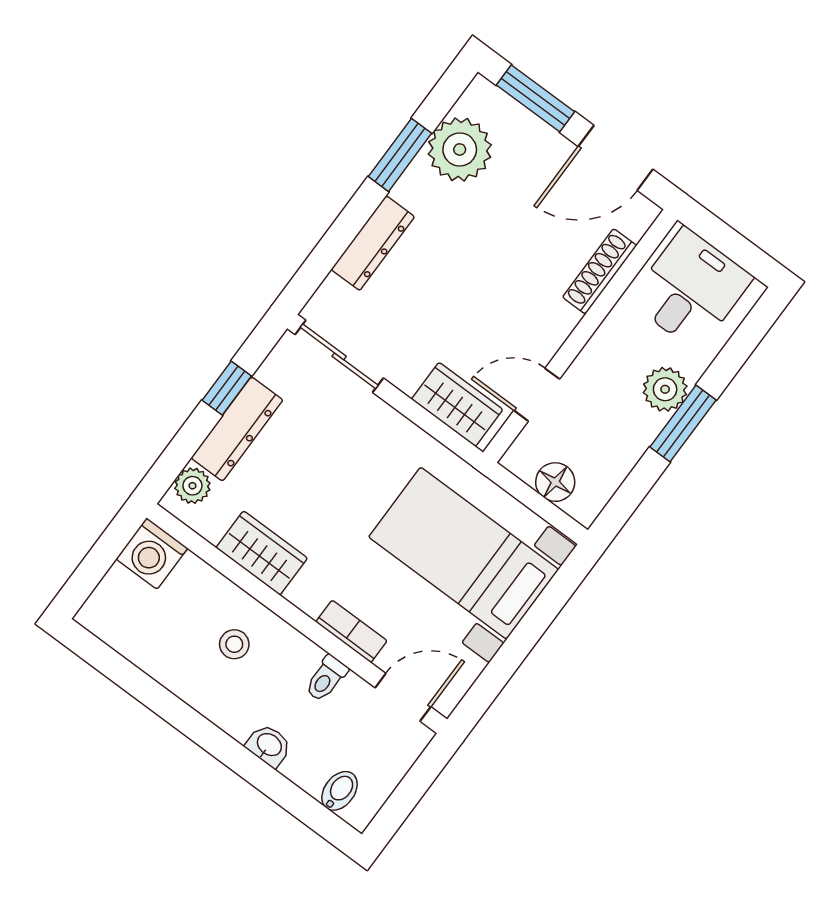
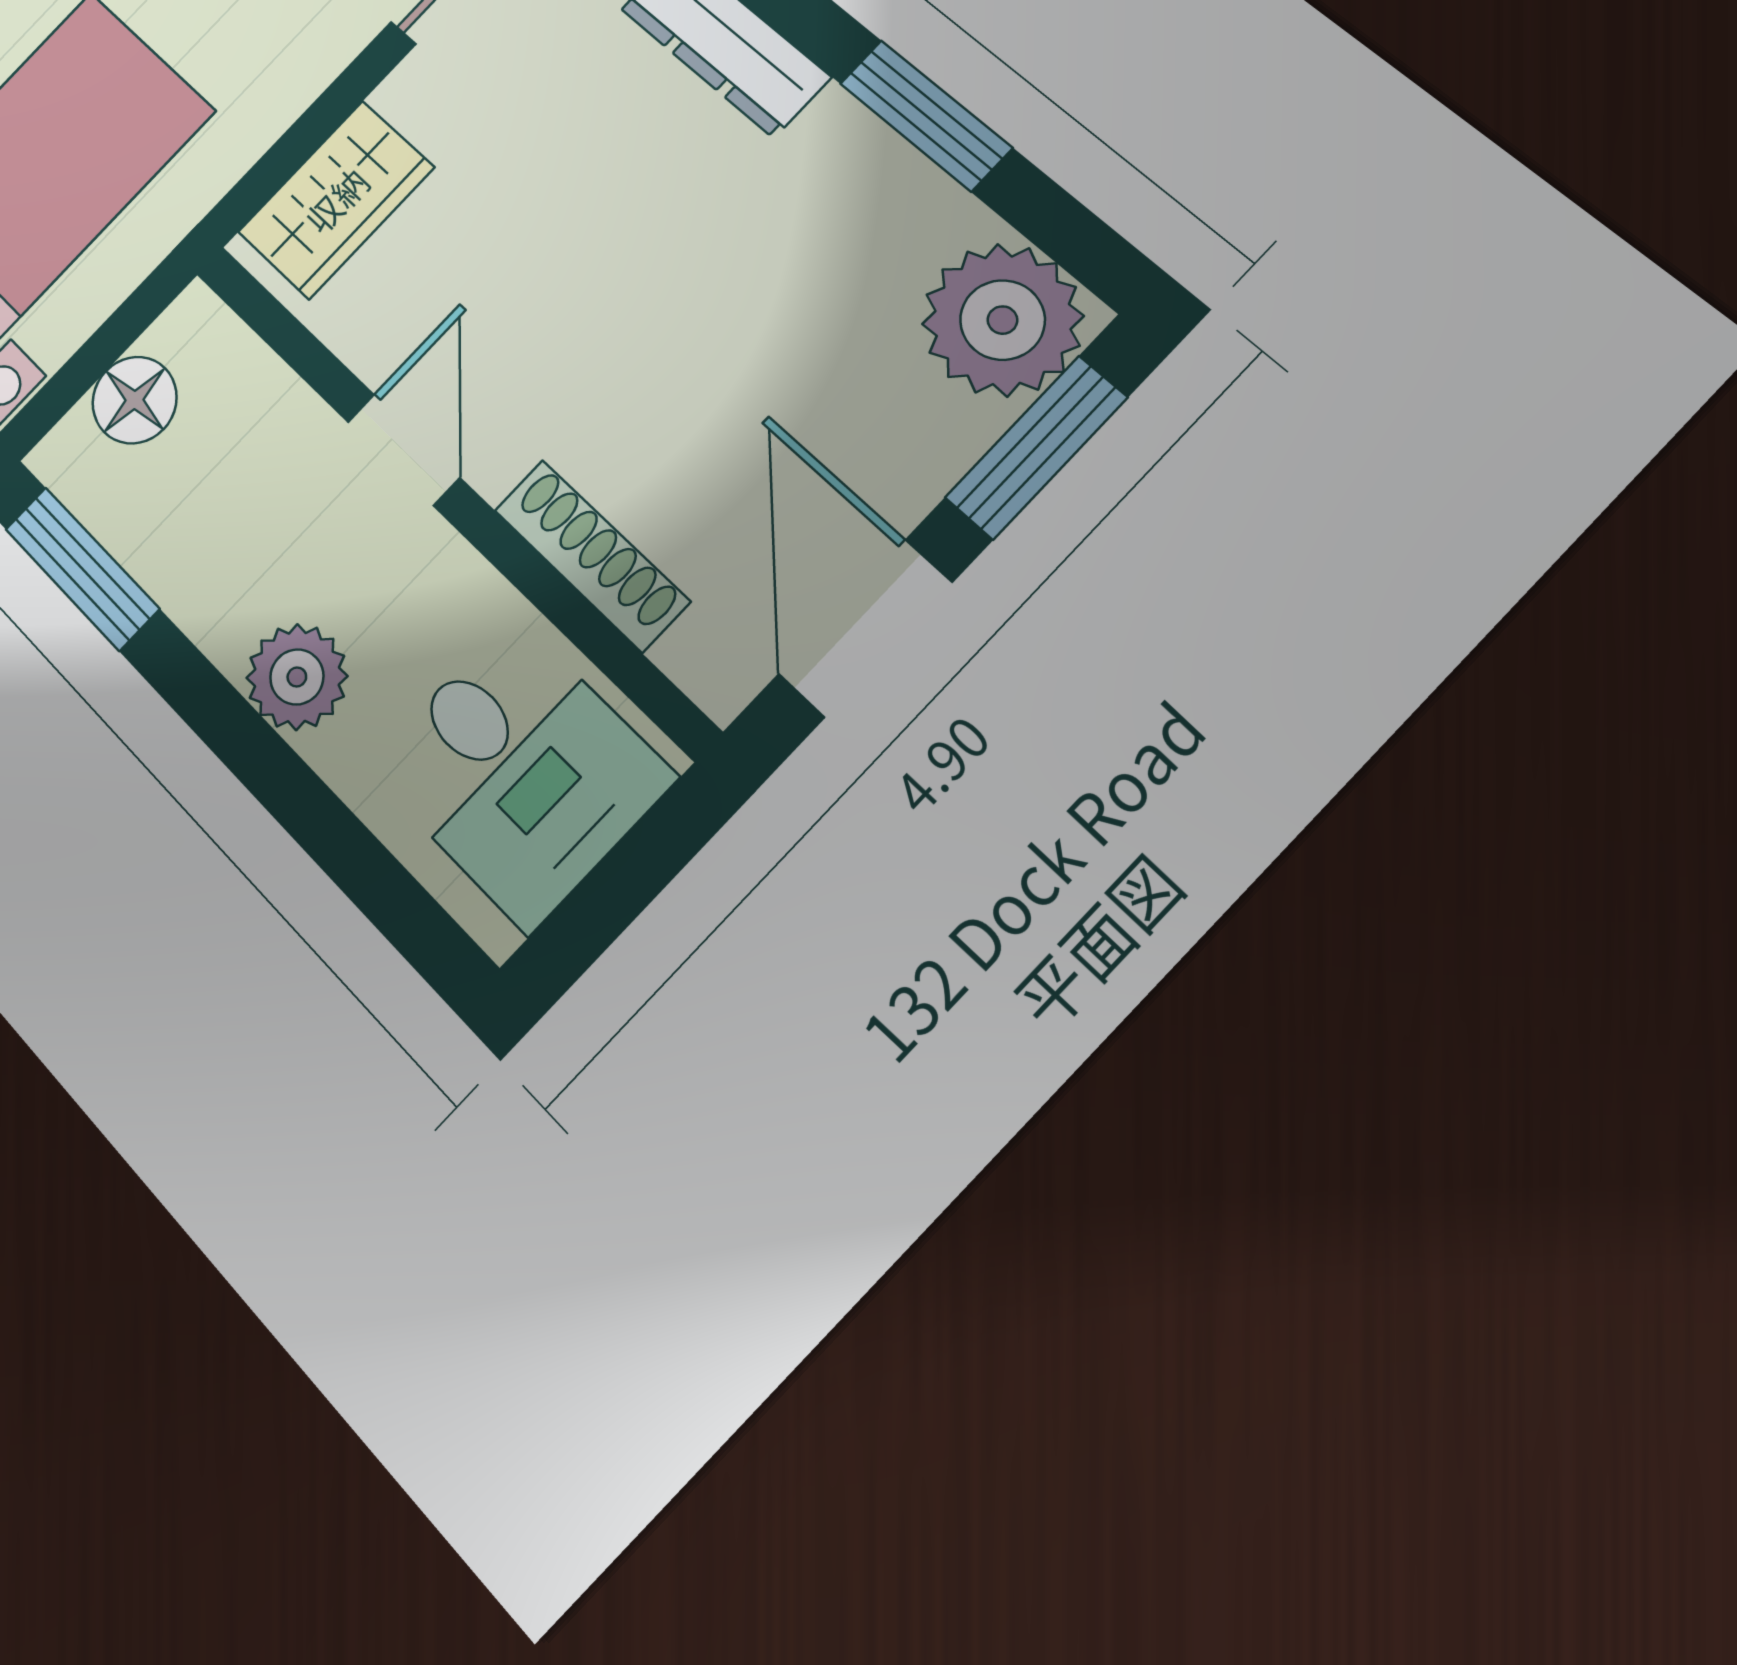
plant: (460, 149) -> (1002, 320), moved
door: (537, 395) -> (404, 450), moved
window: (683, 424) -> (82, 569), moved

